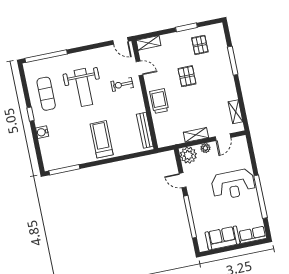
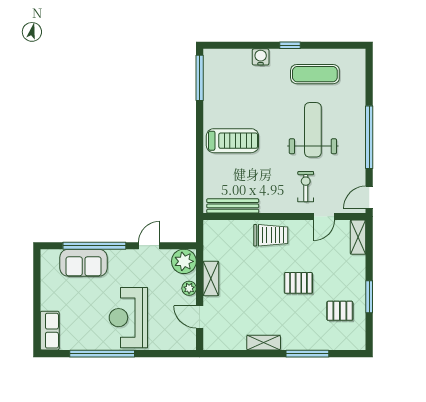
window: (46, 56) -> (369, 137), moved
weight bench: (83, 87) -> (313, 130), turned 90
shelving: (236, 112) -> (264, 343), moved
sofa: (222, 238) -> (84, 263), moved, turned 90

